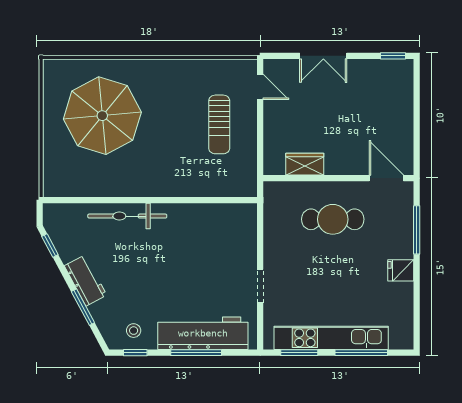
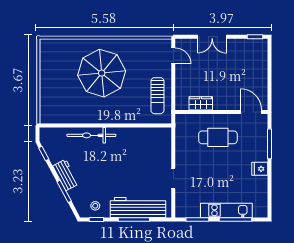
parasol: (102, 116) -> (102, 73), moved
sun lounger: (219, 124) -> (157, 96), moved
kitchen unit: (331, 338) -> (226, 210), width x0.73

